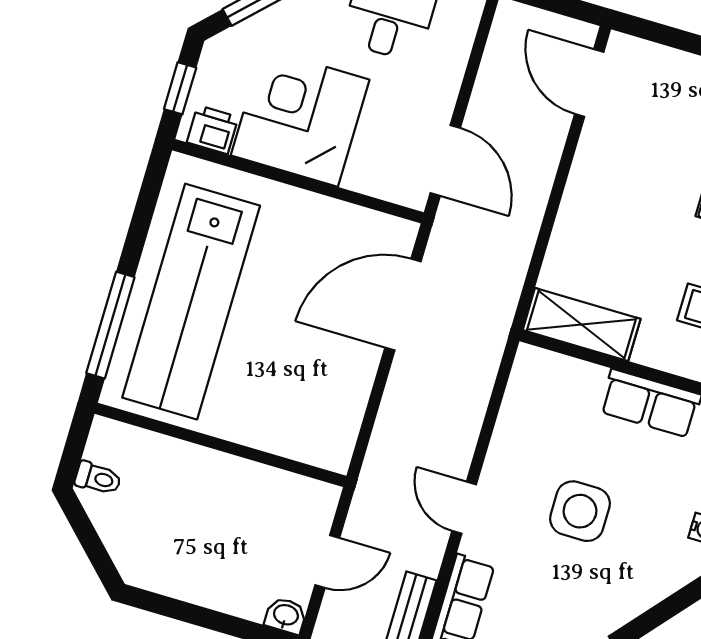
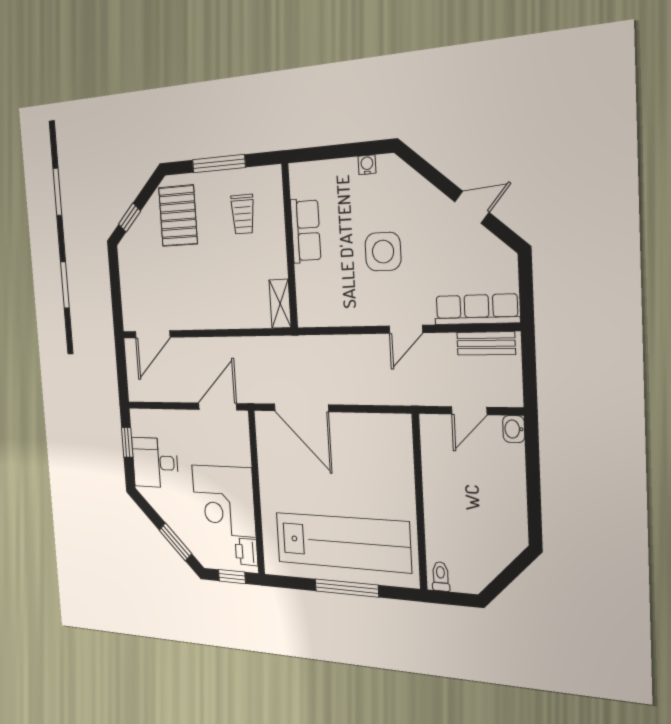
shelving: (582, 324) -> (280, 304), width x0.67, depth x0.75
window: (110, 325) -> (347, 588), moved
toilet: (98, 478) -> (441, 576), moved
door: (327, 561) -> (469, 411), swing flipped

